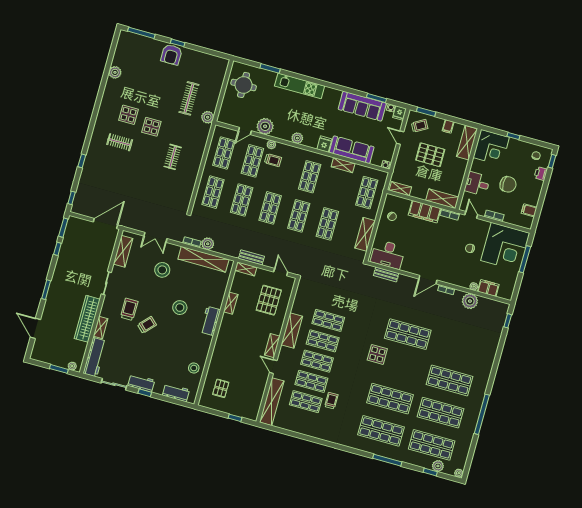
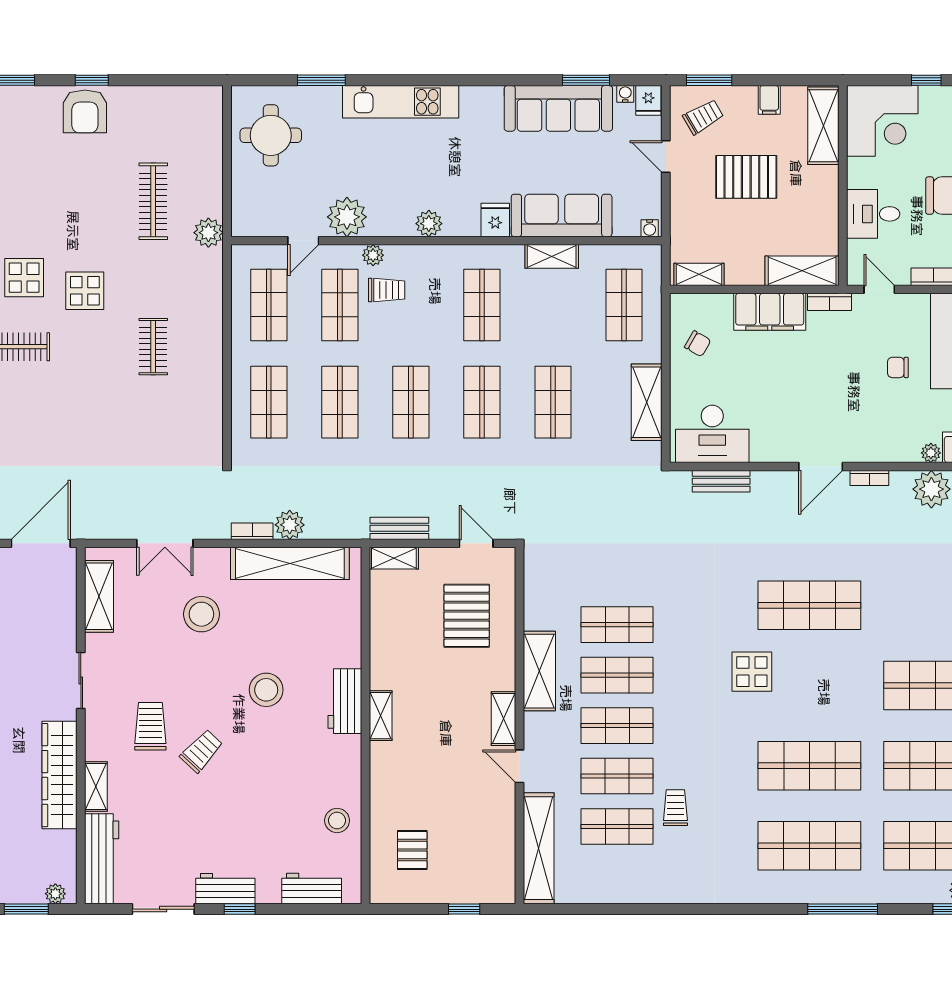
shelving: (231, 303) -> (381, 716), moved

